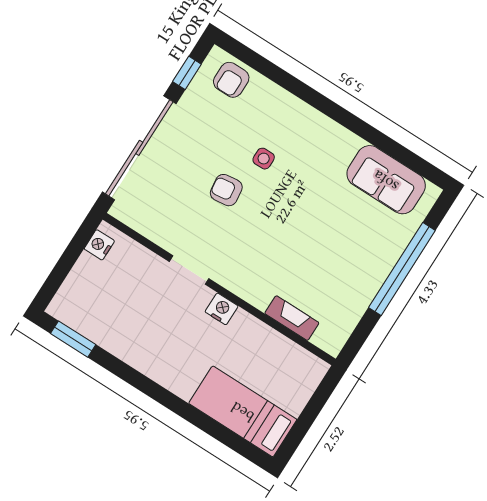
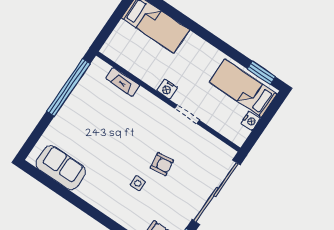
nightstand: (99, 245) -> (251, 121), moved
window: (402, 269) -> (68, 87), moved
bed: (101, 314) -> (243, 88), added

